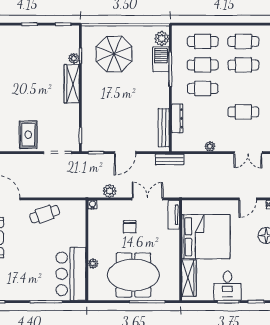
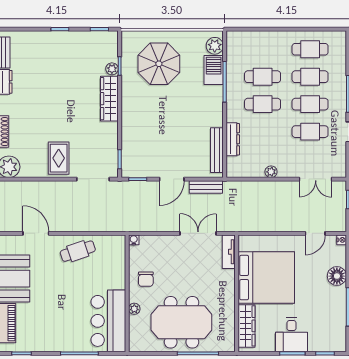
cafe table: (203, 41) -> (310, 104), moved
bench: (170, 159) -> (206, 187), moved
plant: (110, 191) -> (154, 224), removed
chair: (130, 227) -> (146, 279), moved

